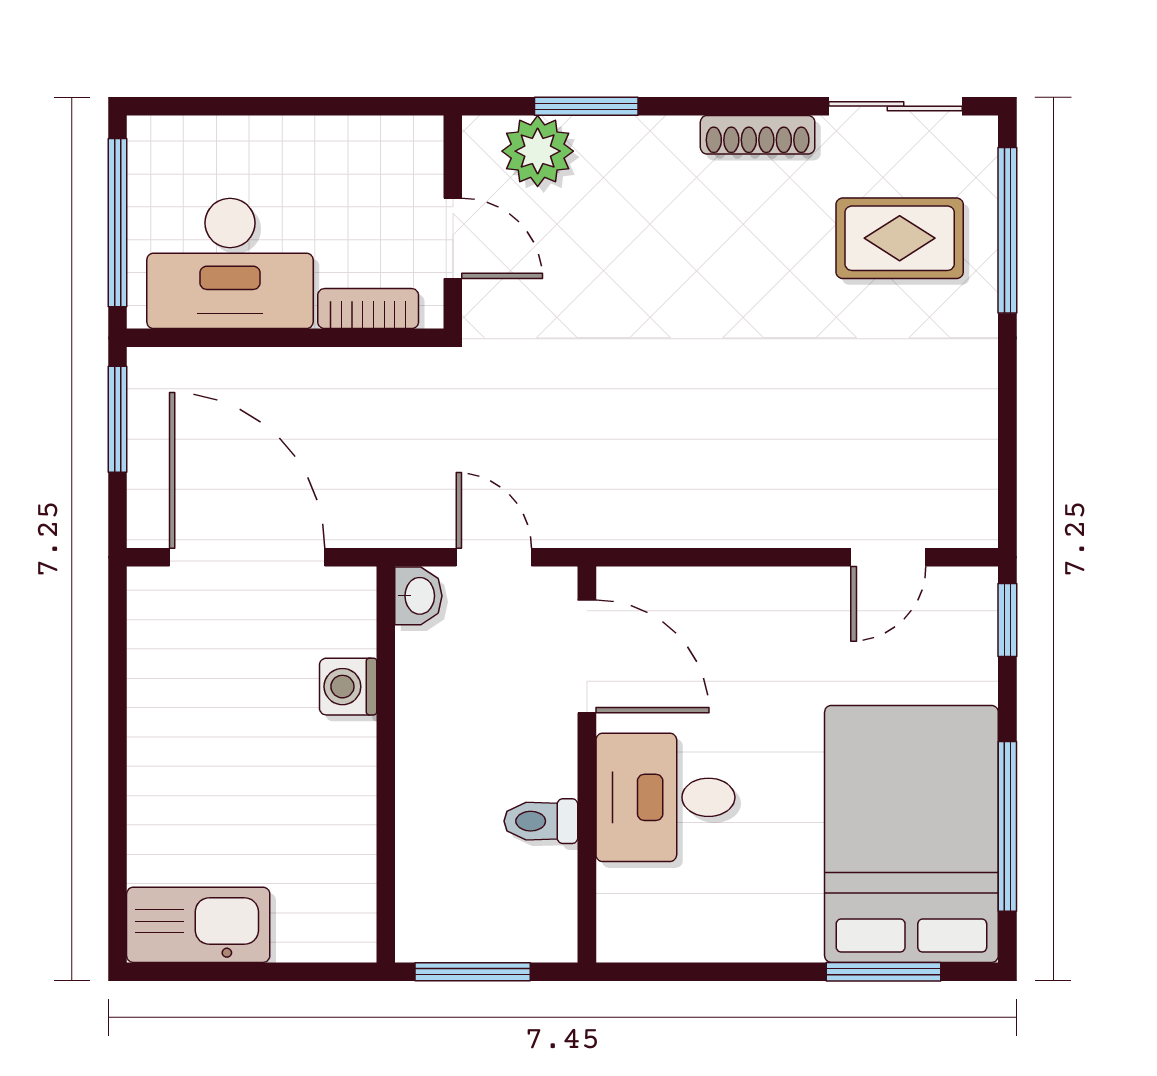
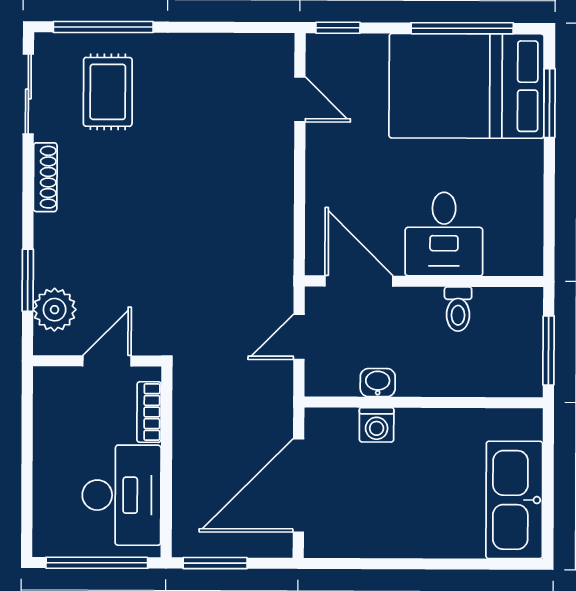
washbasin: (418, 596) -> (378, 383), moved
door: (587, 656) -> (359, 281), hinge flipped
kitchen sink: (198, 925) -> (514, 500), width x1.36, depth x1.24

